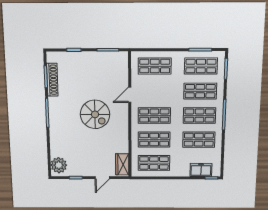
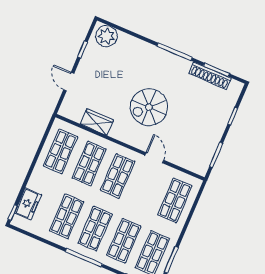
wardrobe: (122, 164) -> (97, 122), moved

